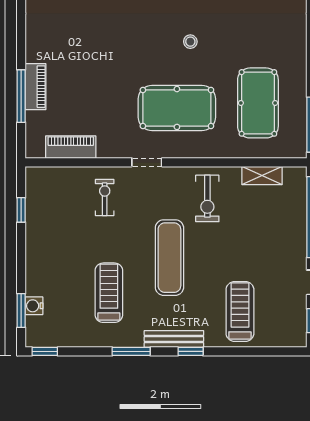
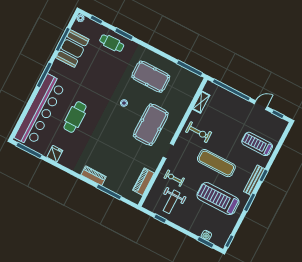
piano: (36, 87) -> (94, 176), moved
pool table: (258, 103) -> (151, 77), moved
weight bench: (61, 215) -> (172, 202), added
treadmill: (109, 293) -> (218, 199), width x1.37, depth x1.38

